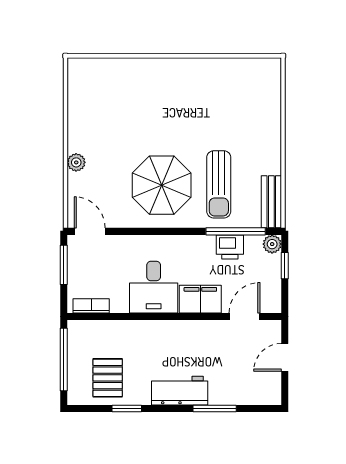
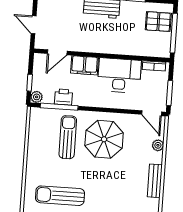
sun lounger: (224, 92) -> (60, 196), added
plant: (76, 162) -> (158, 145), moved
bench: (271, 202) -> (155, 181), moved
desk: (154, 287) -> (119, 75), width x1.37
door: (285, 357) -> (34, 25), swing flipped
pallet: (108, 378) -> (158, 22), moved, turned 90

